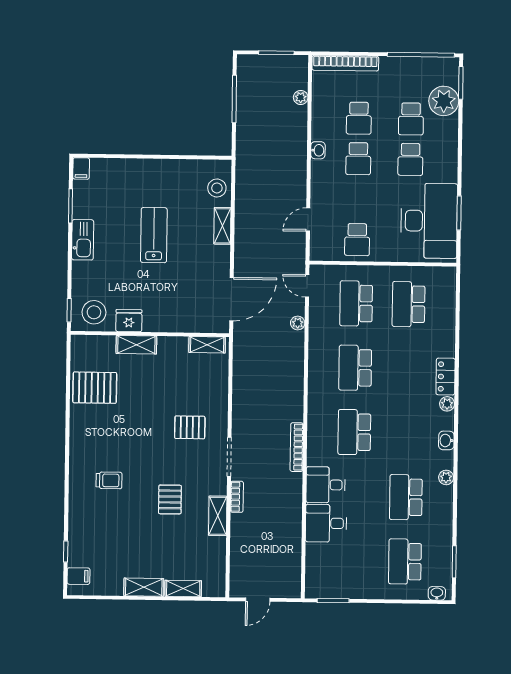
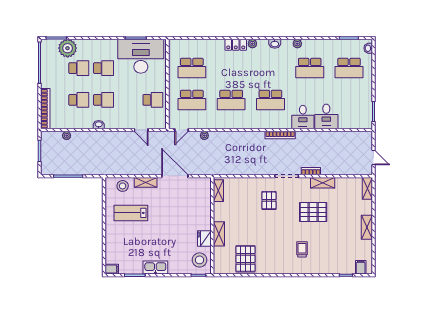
lab bench: (154, 235) -> (131, 213), moved
door: (231, 299) -> (175, 176), moved
pallet: (170, 499) -> (313, 212), width x1.50, depth x1.42
shelving: (183, 589) -> (367, 188), moved

